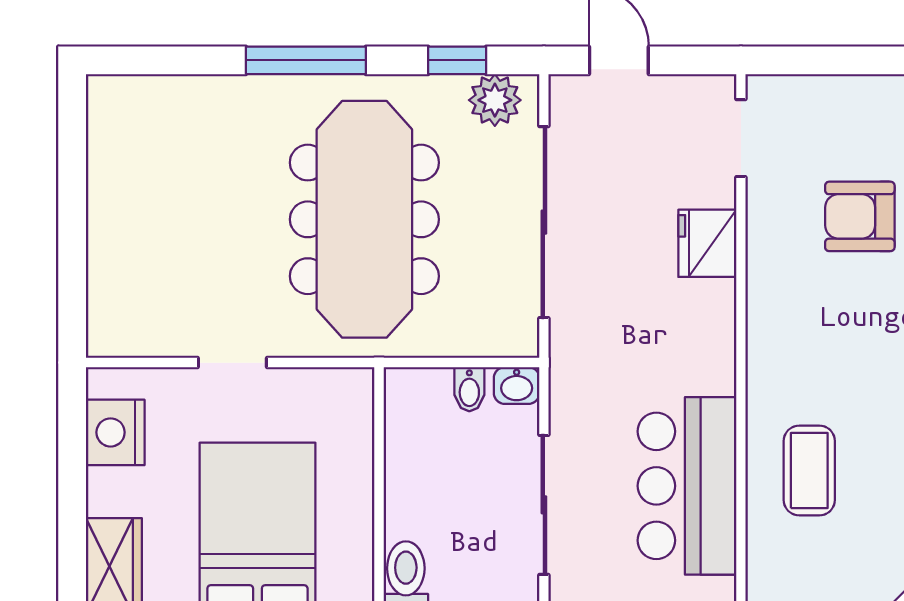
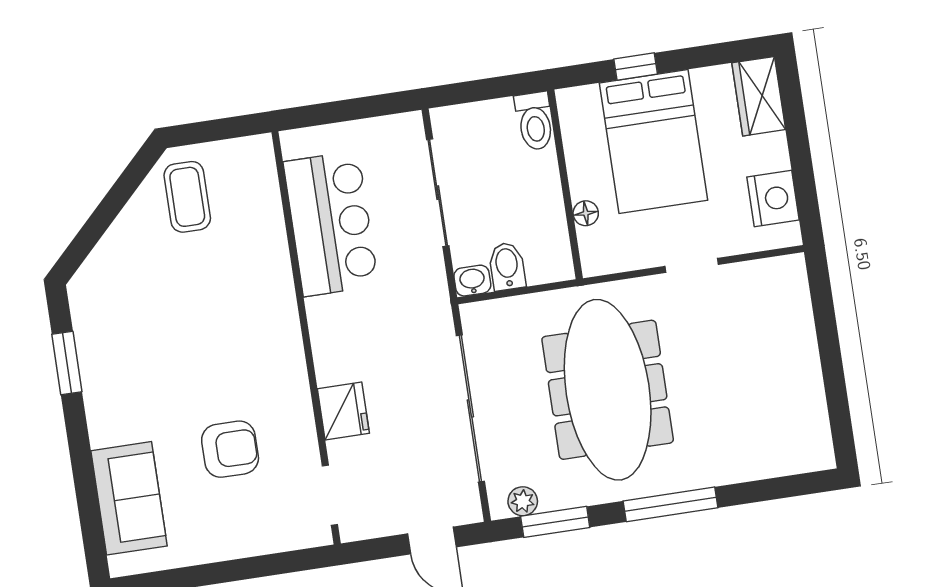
window: (457, 60) -> (555, 522), width x1.50
plant: (495, 100) -> (523, 501), width x0.73, depth x0.73
bidet: (469, 389) -> (507, 266), width x1.38, depth x1.36
floor lamp: (358, 450) -> (586, 213), added
coffee table: (809, 471) -> (187, 197), moved

